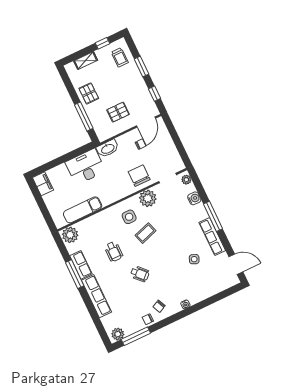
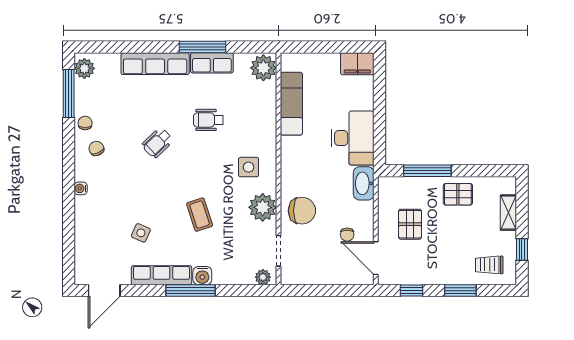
water cooler: (194, 198) -> (202, 276), moved
coffee table: (145, 233) -> (200, 215), moved

